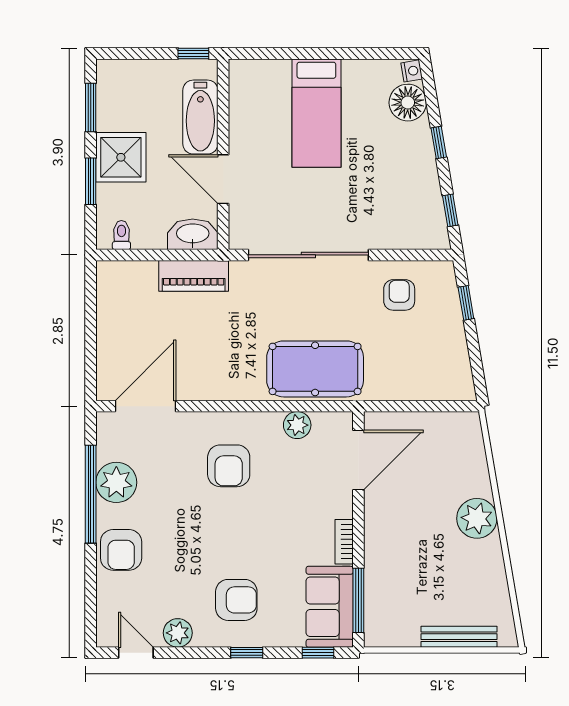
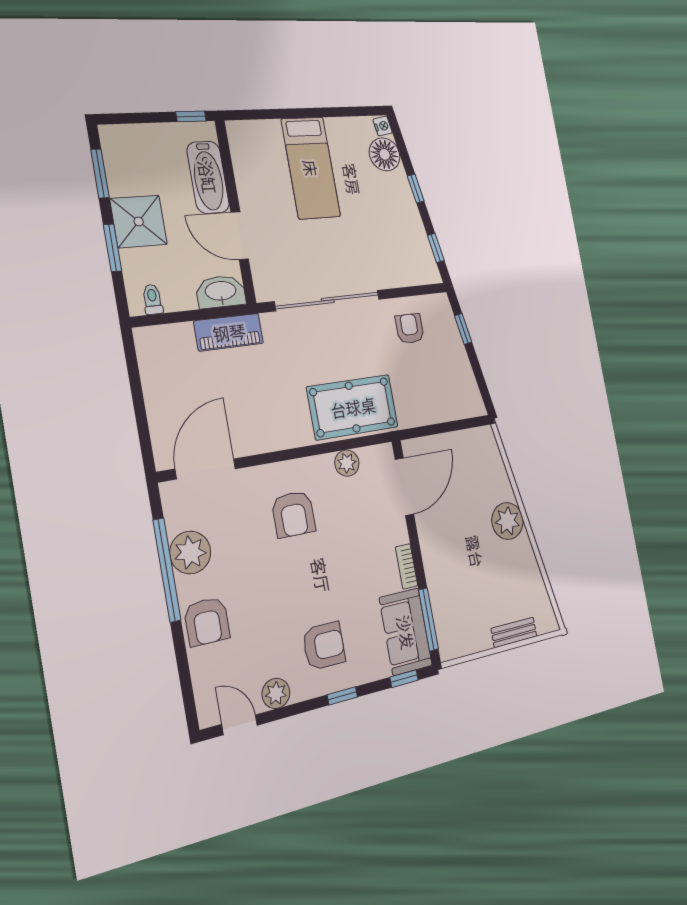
bench: (459, 637) -> (514, 632), width x0.73

